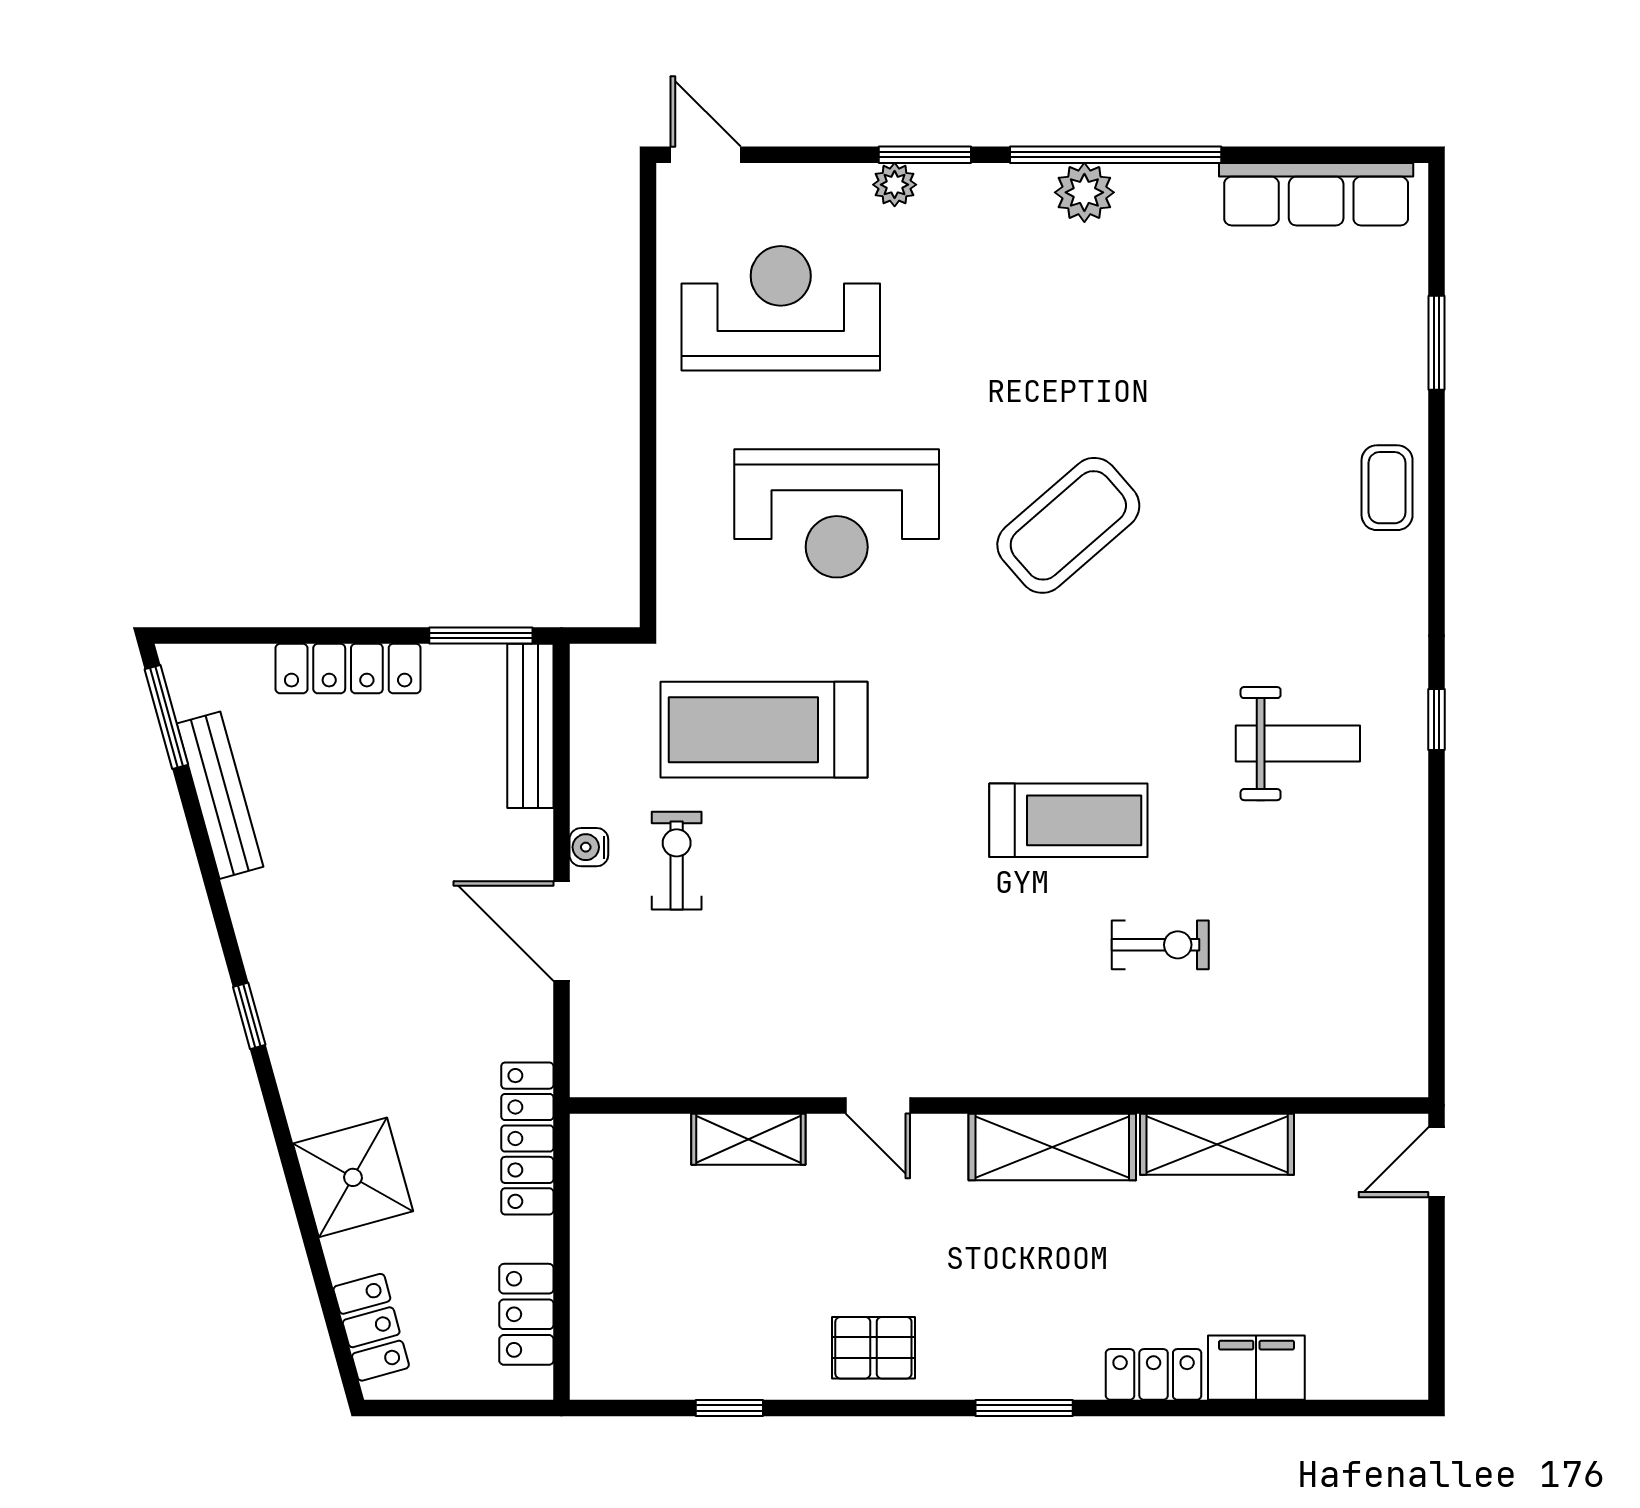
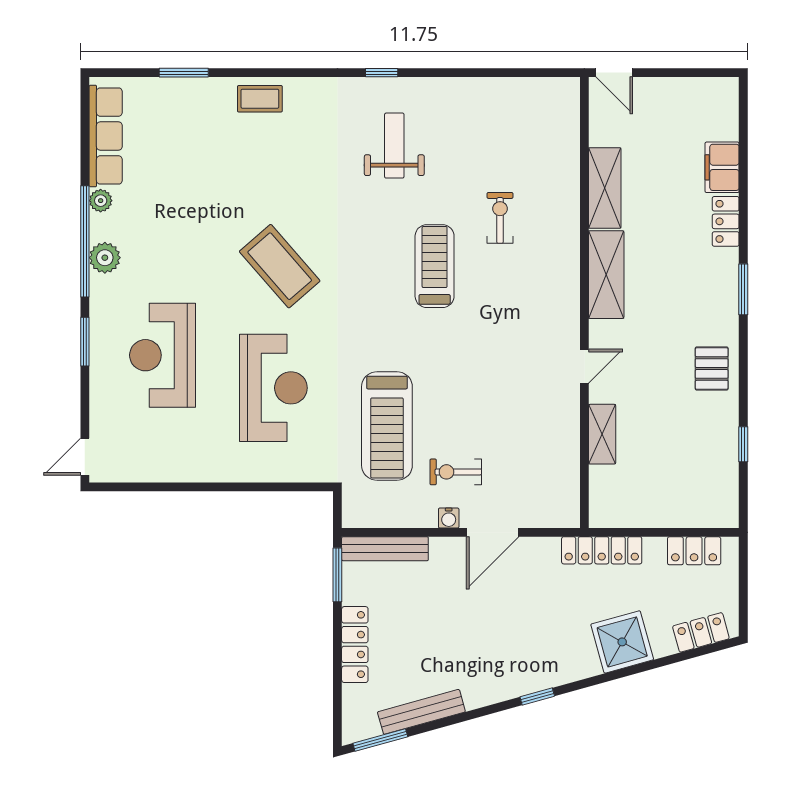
plant: (895, 185) -> (101, 201), moved
reception desk: (781, 308) -> (162, 355), moved

